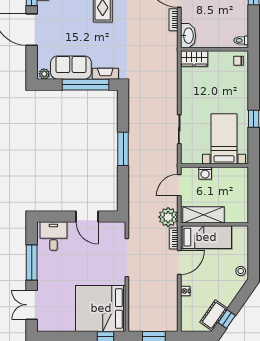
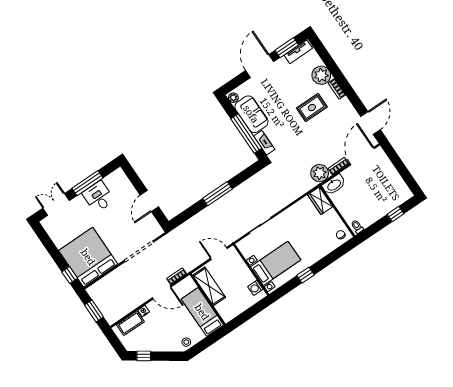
washing machine: (205, 173) -> (255, 288), moved
plant: (168, 217) -> (320, 173), moved
desk: (53, 236) -> (98, 197), moved, turned -90
bed: (206, 237) -> (202, 312), moved, turned 180
cot: (214, 315) -> (130, 323), moved, turned -35

